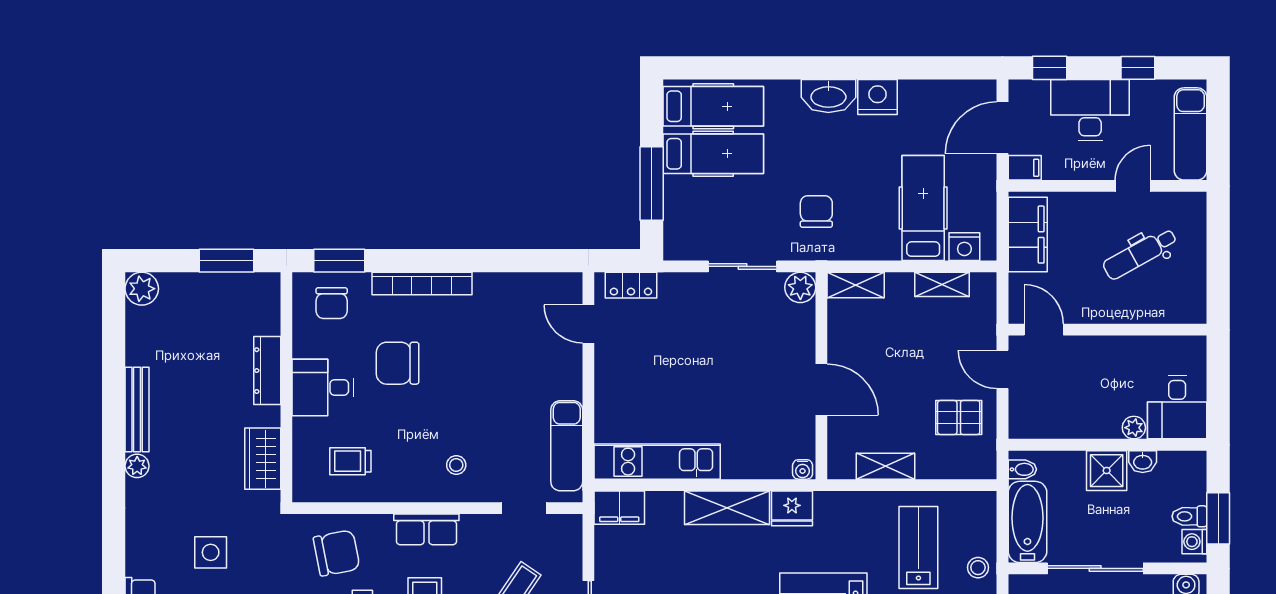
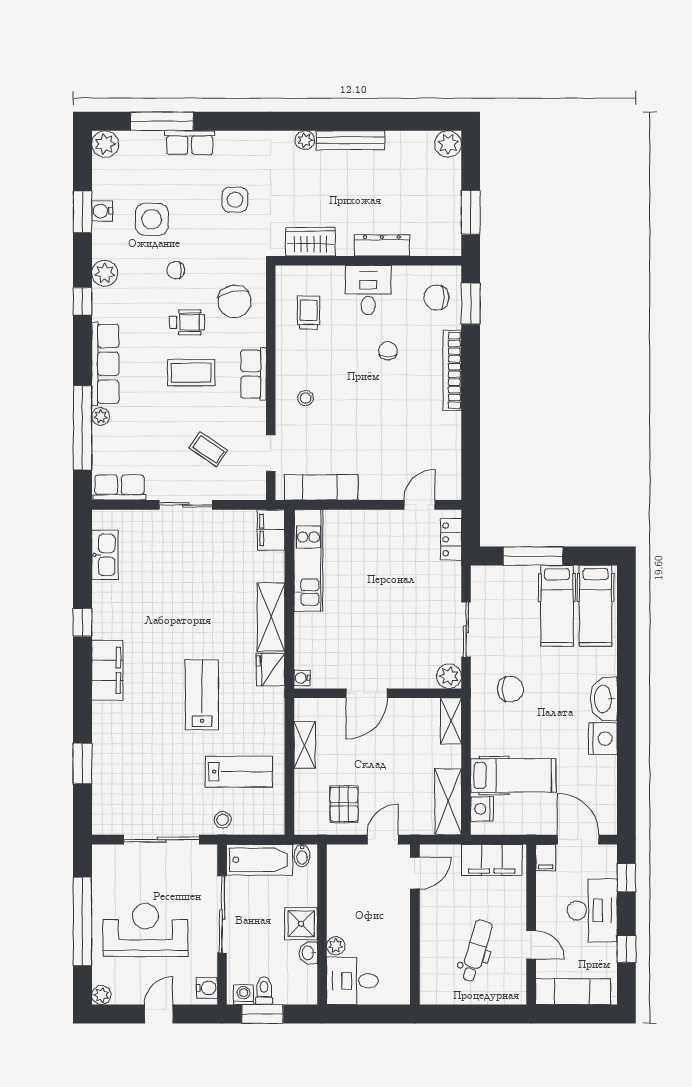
dental chair: (1140, 254) -> (476, 951), turned 45
shelving: (942, 284) -> (448, 802), width x1.50, depth x1.33
chair: (398, 363) -> (388, 351), width x0.54, depth x0.54

